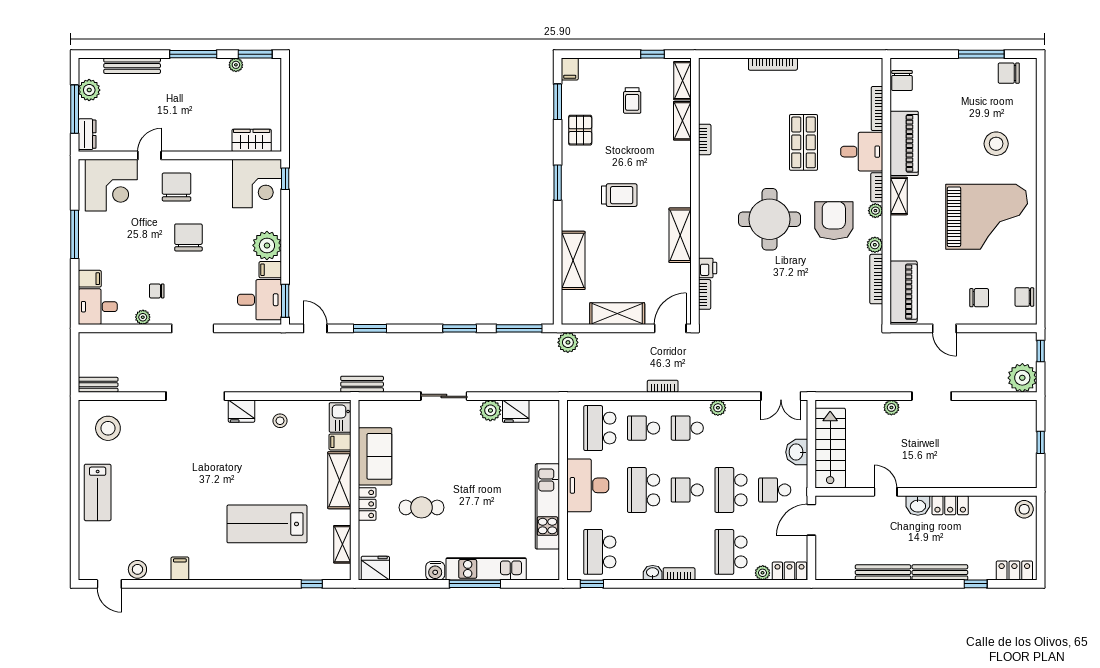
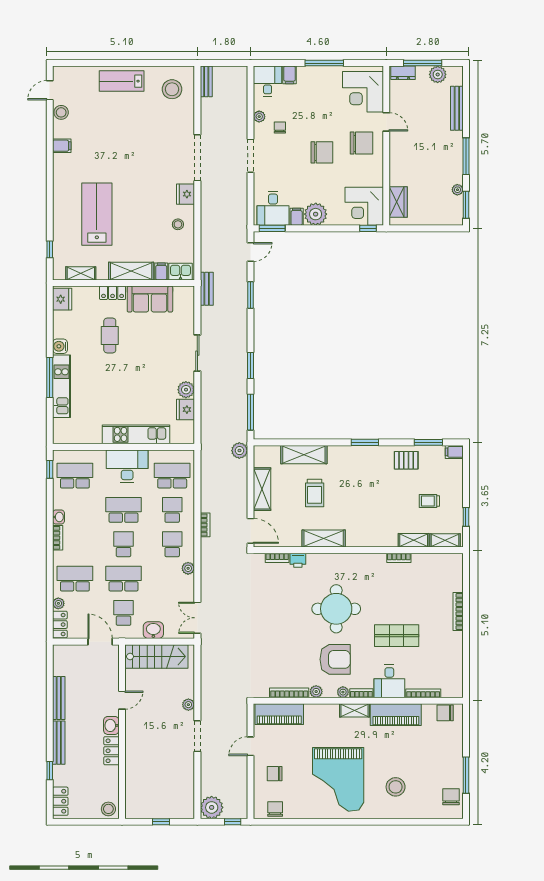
trolley: (619, 195) -> (315, 493), moved
chair: (979, 298) -> (275, 774), turned 90
kitchen unit: (547, 506) -> (136, 434), moved

